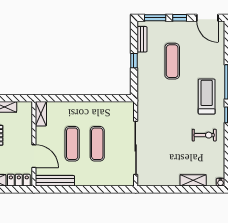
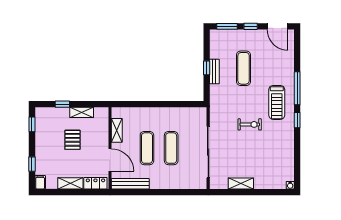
bench: (142, 39) -> (214, 71), moved
treadmill: (207, 97) -> (277, 102), turned 180
shelving: (41, 114) -> (117, 130), moved
exercise bike: (204, 135) -> (250, 124), moved
shelving: (193, 180) -> (241, 183), moved

